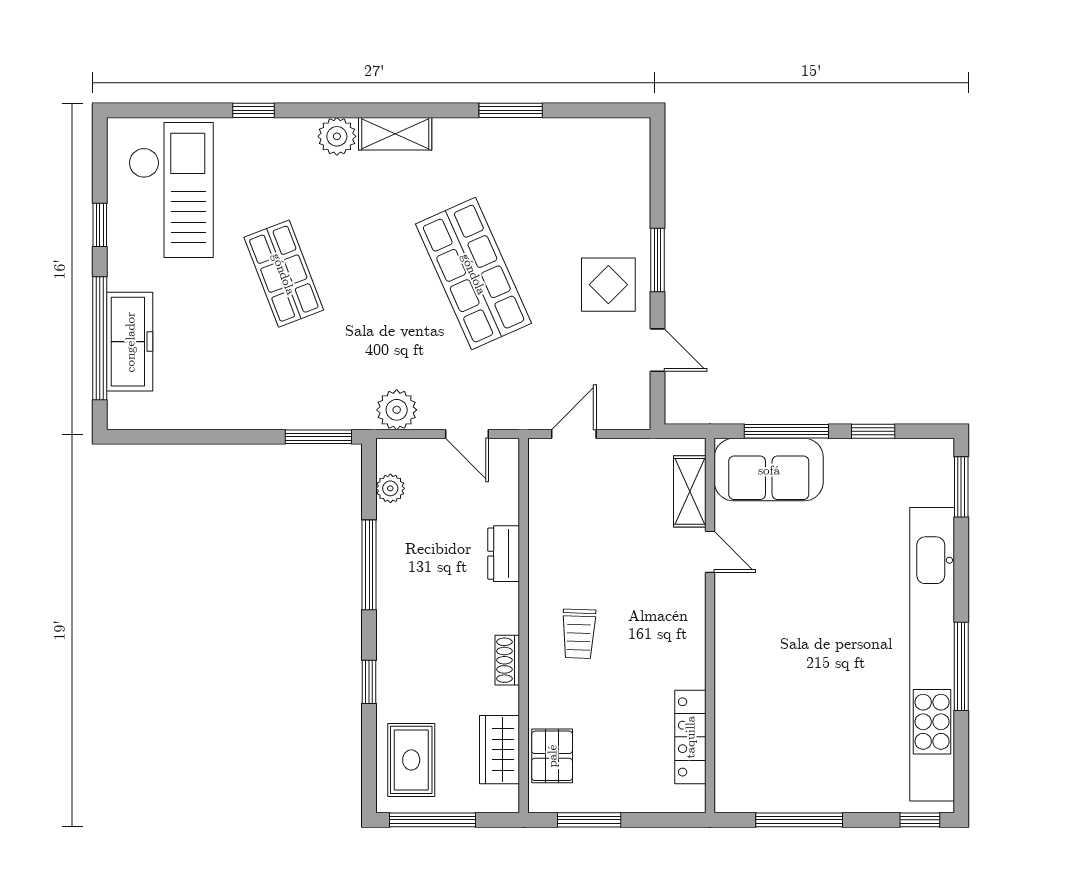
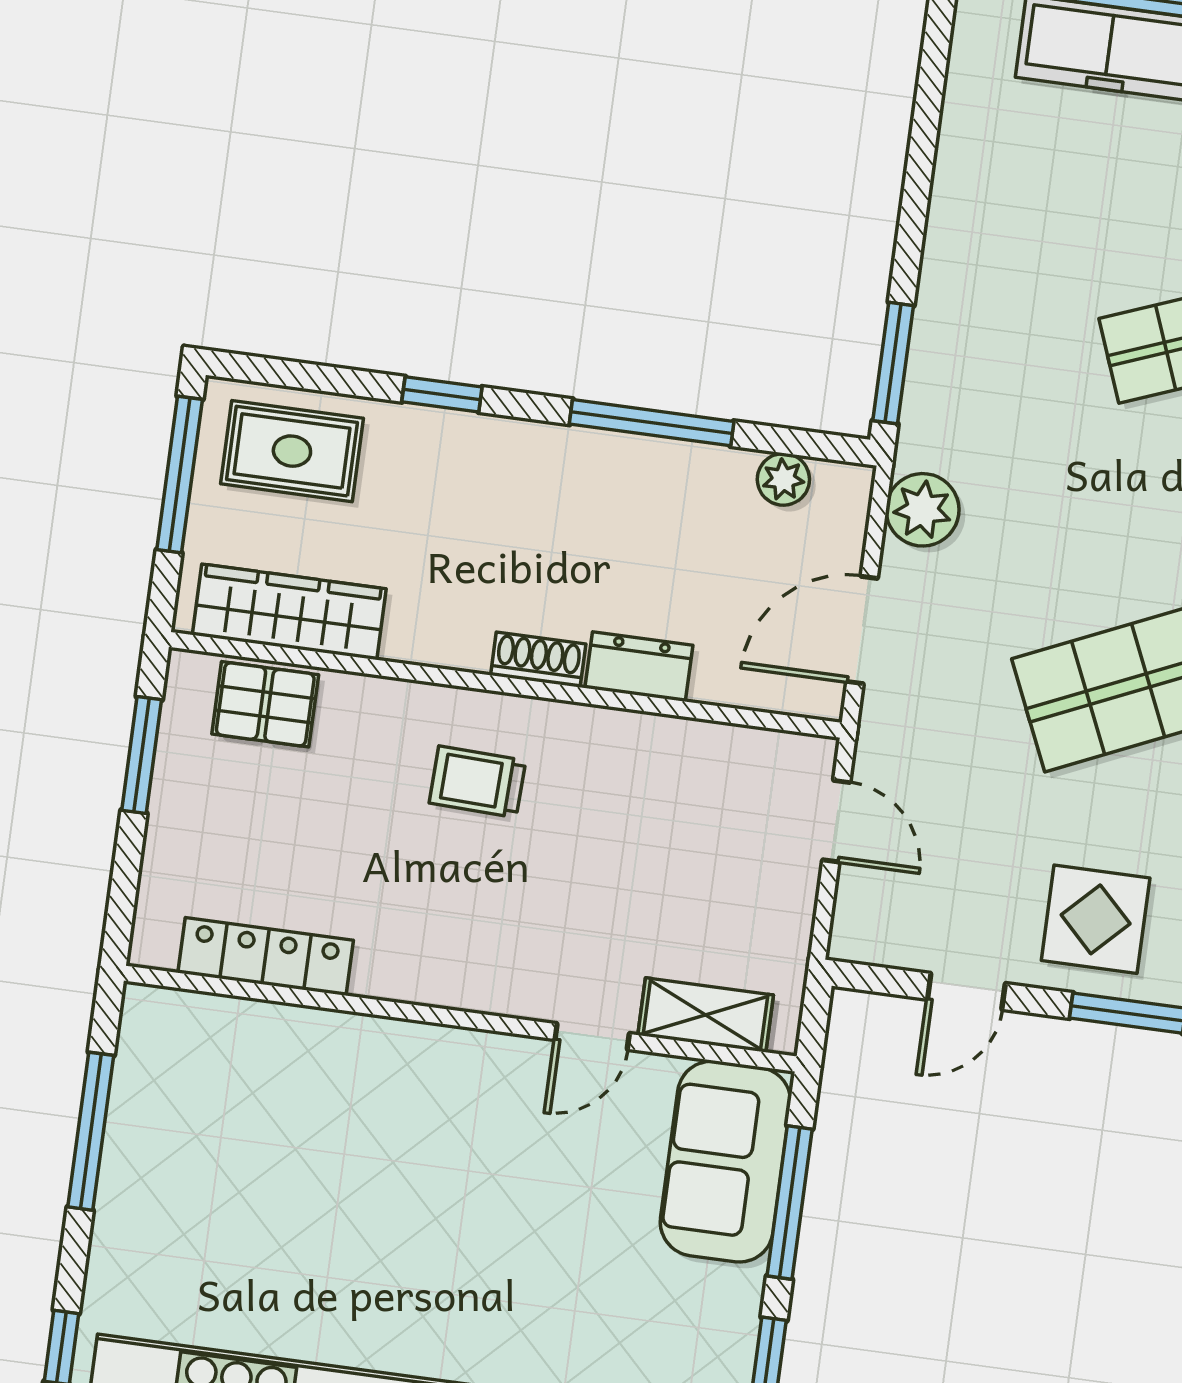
door: (467, 434) -> (862, 630), width x1.38
shoe rack: (507, 660) -> (538, 660), moved
wardrobe: (500, 750) -> (289, 612), width x1.50

